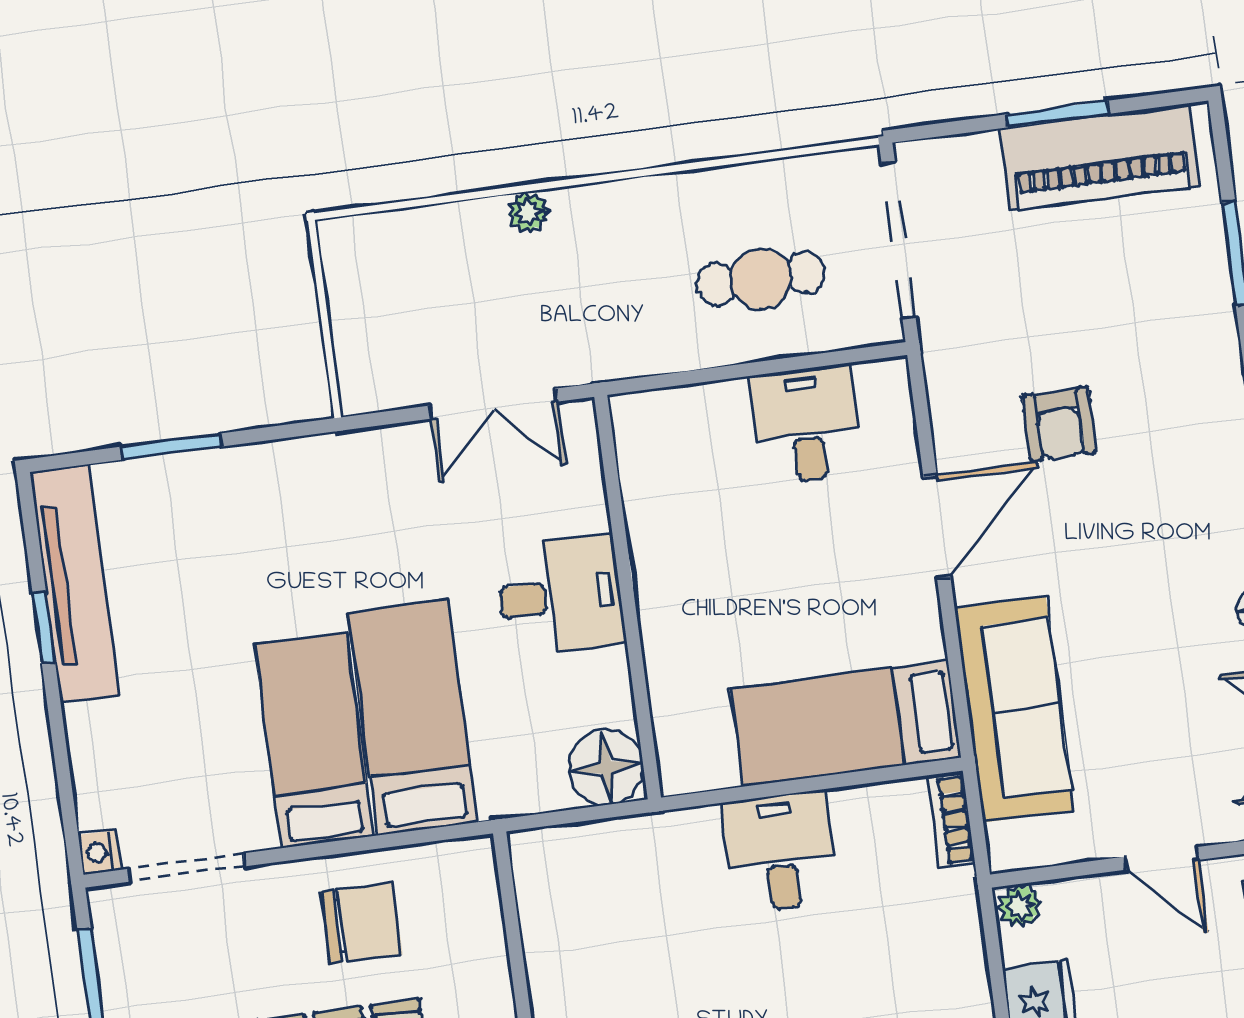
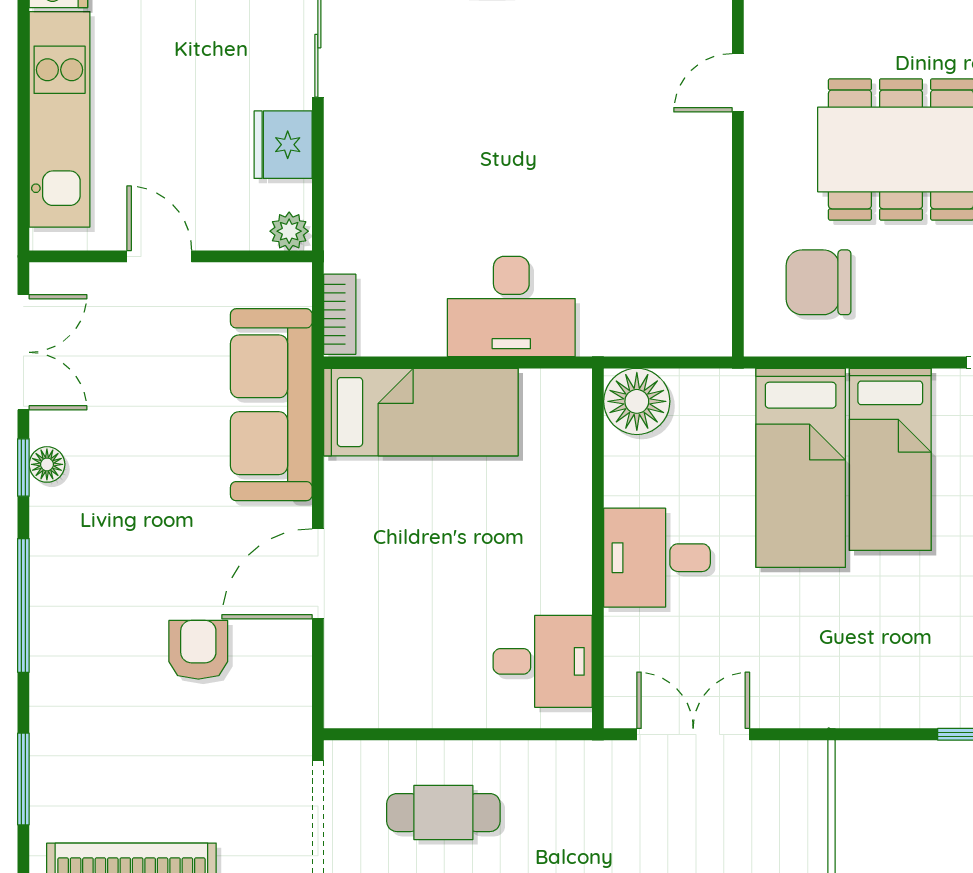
desk: (806, 425) -> (543, 661), moved, turned -90
desk: (780, 852) -> (511, 307), width x1.37
chair: (361, 923) -> (819, 282), moved

